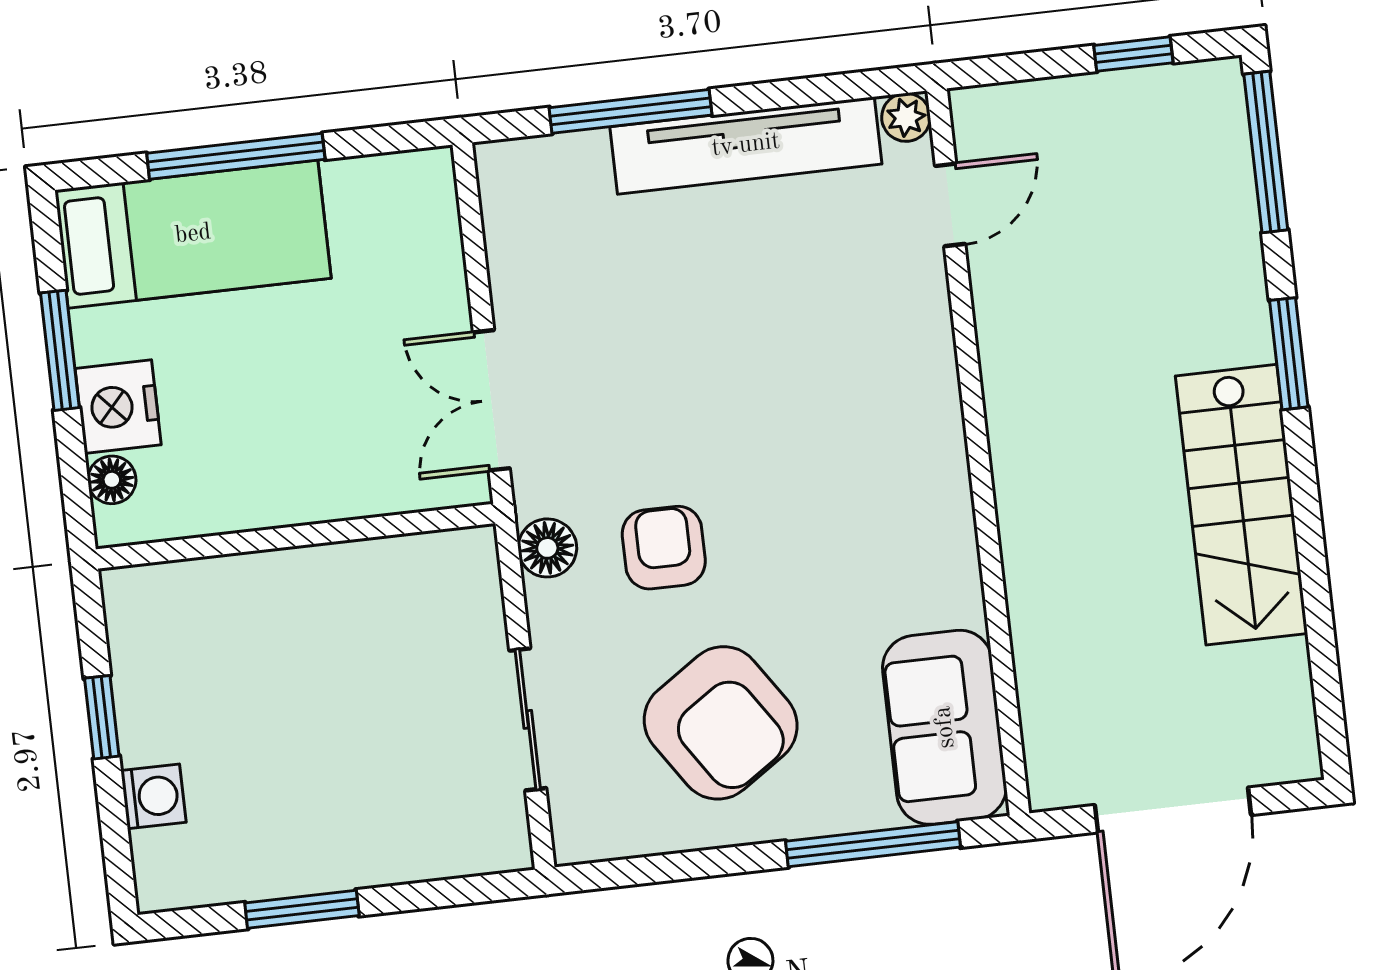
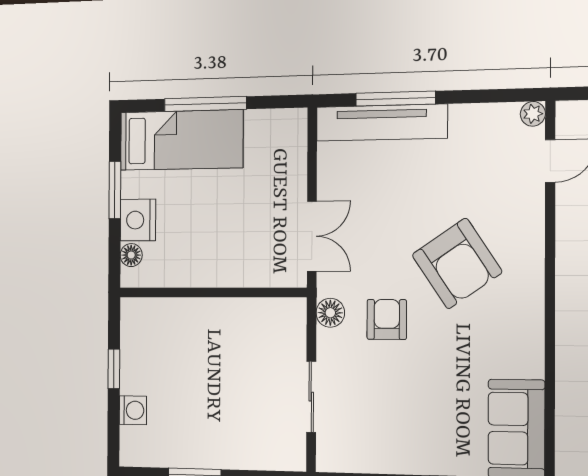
tv unit: (746, 145) -> (382, 123), moved
double door: (491, 400) -> (312, 236), swing flipped
armchair: (721, 723) -> (457, 263), moved

